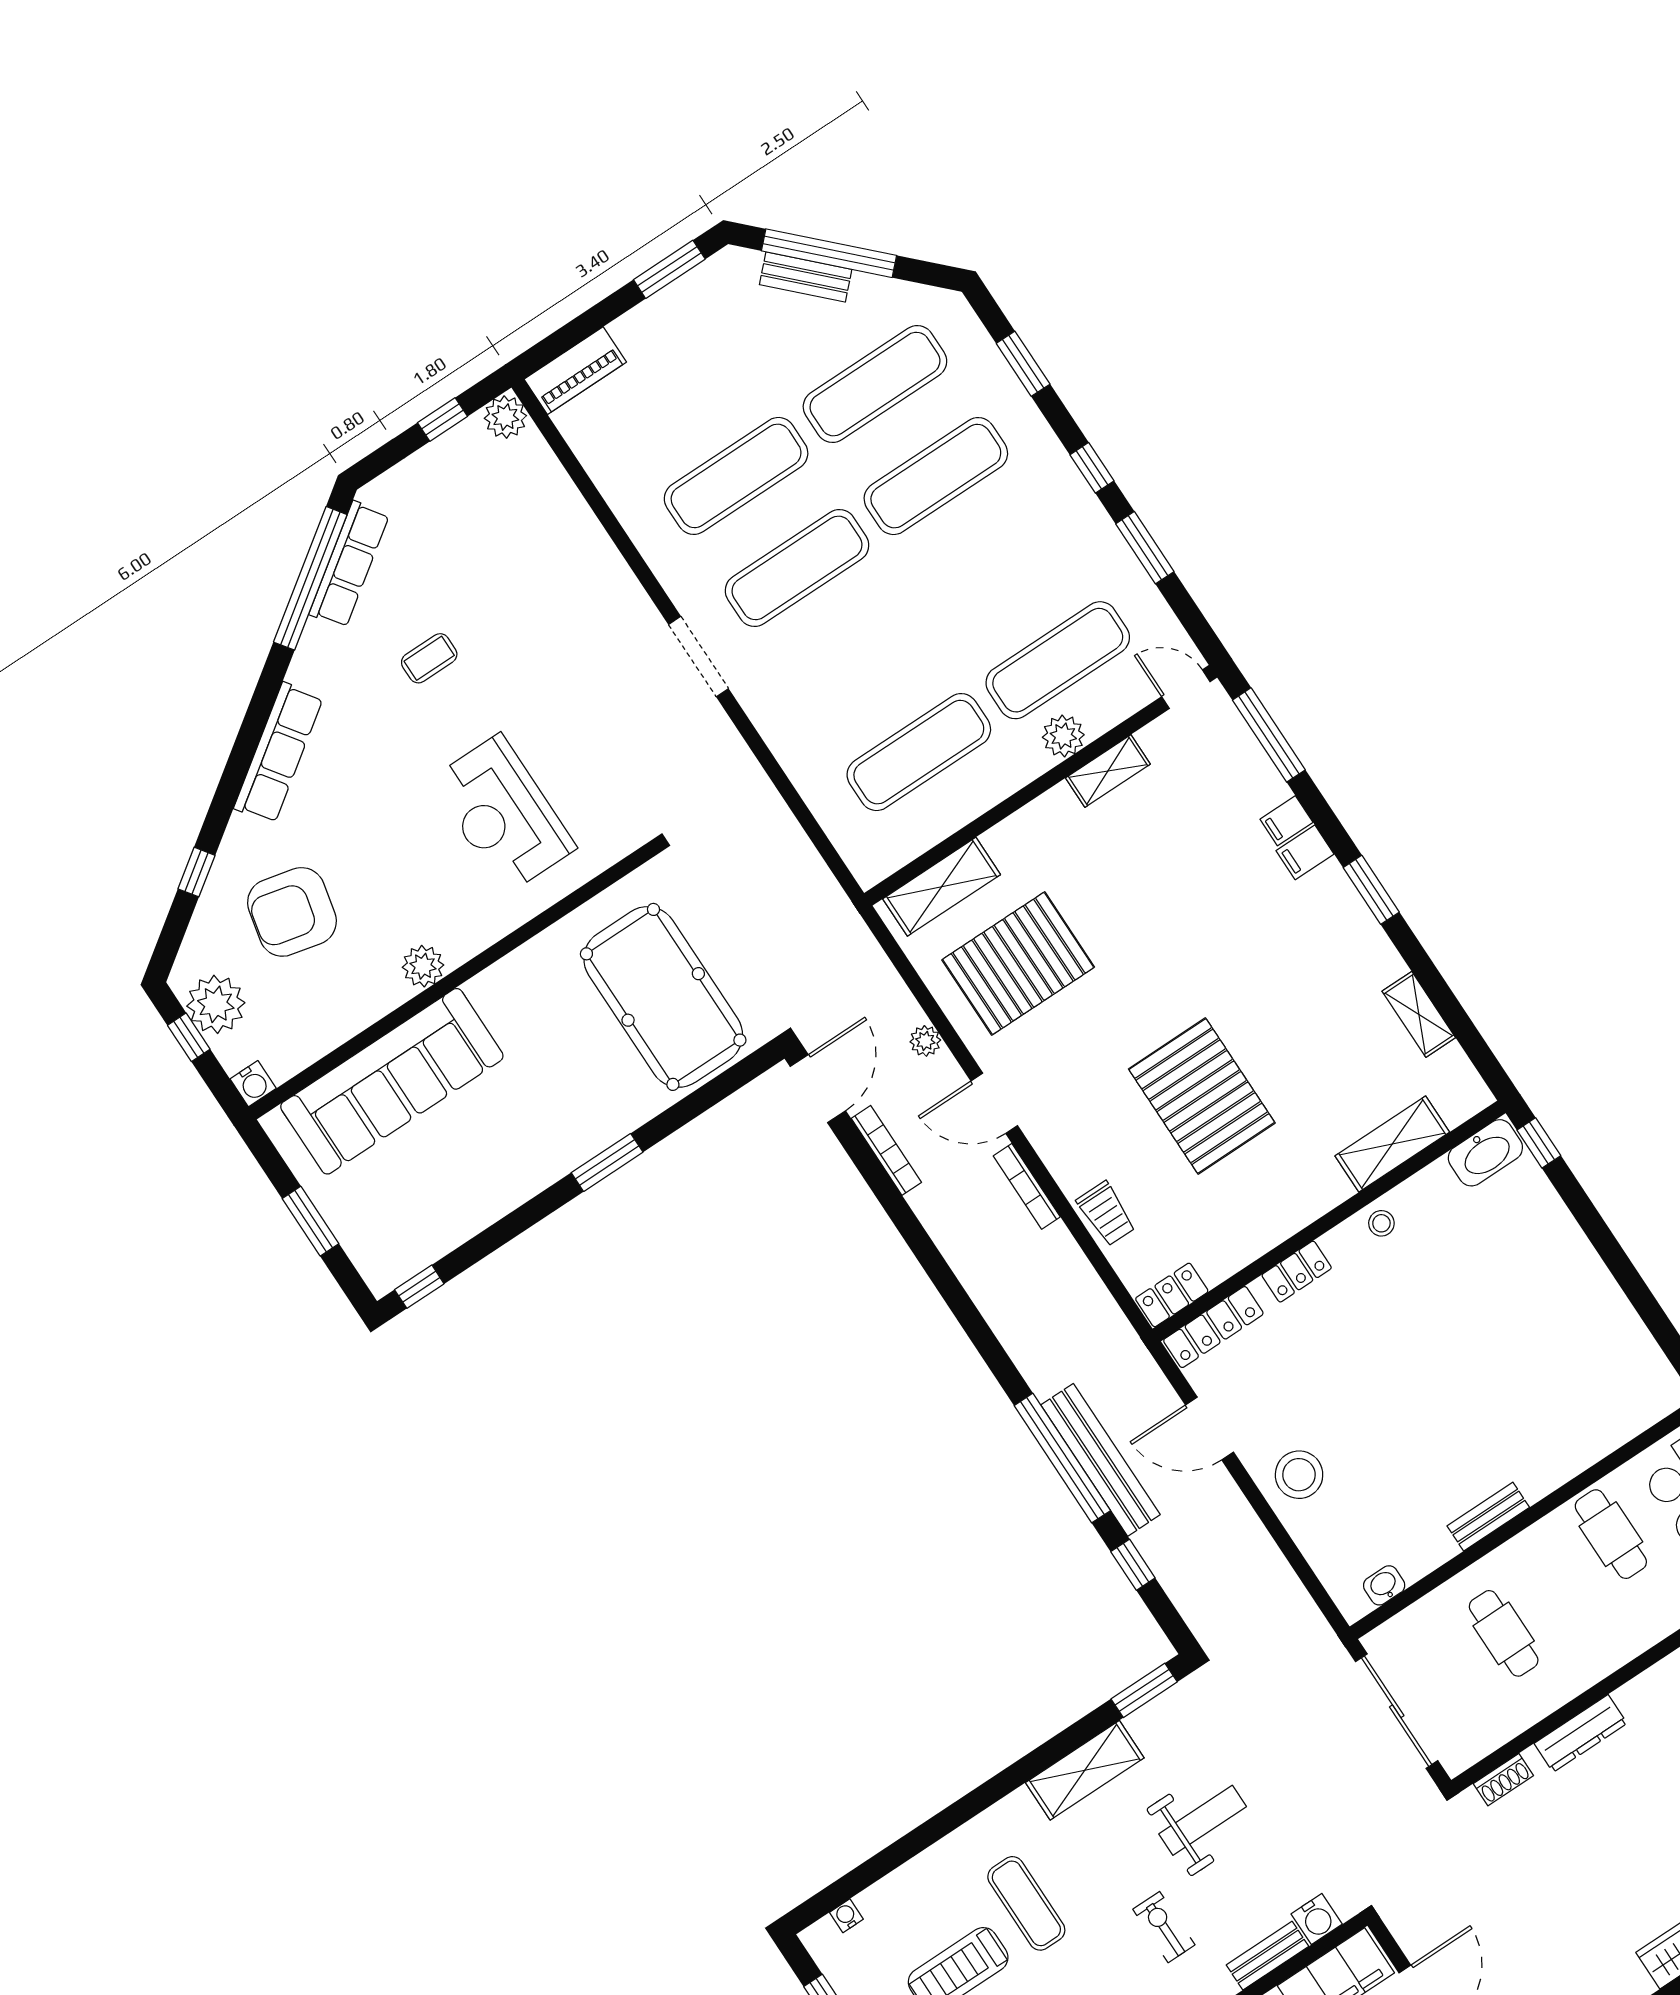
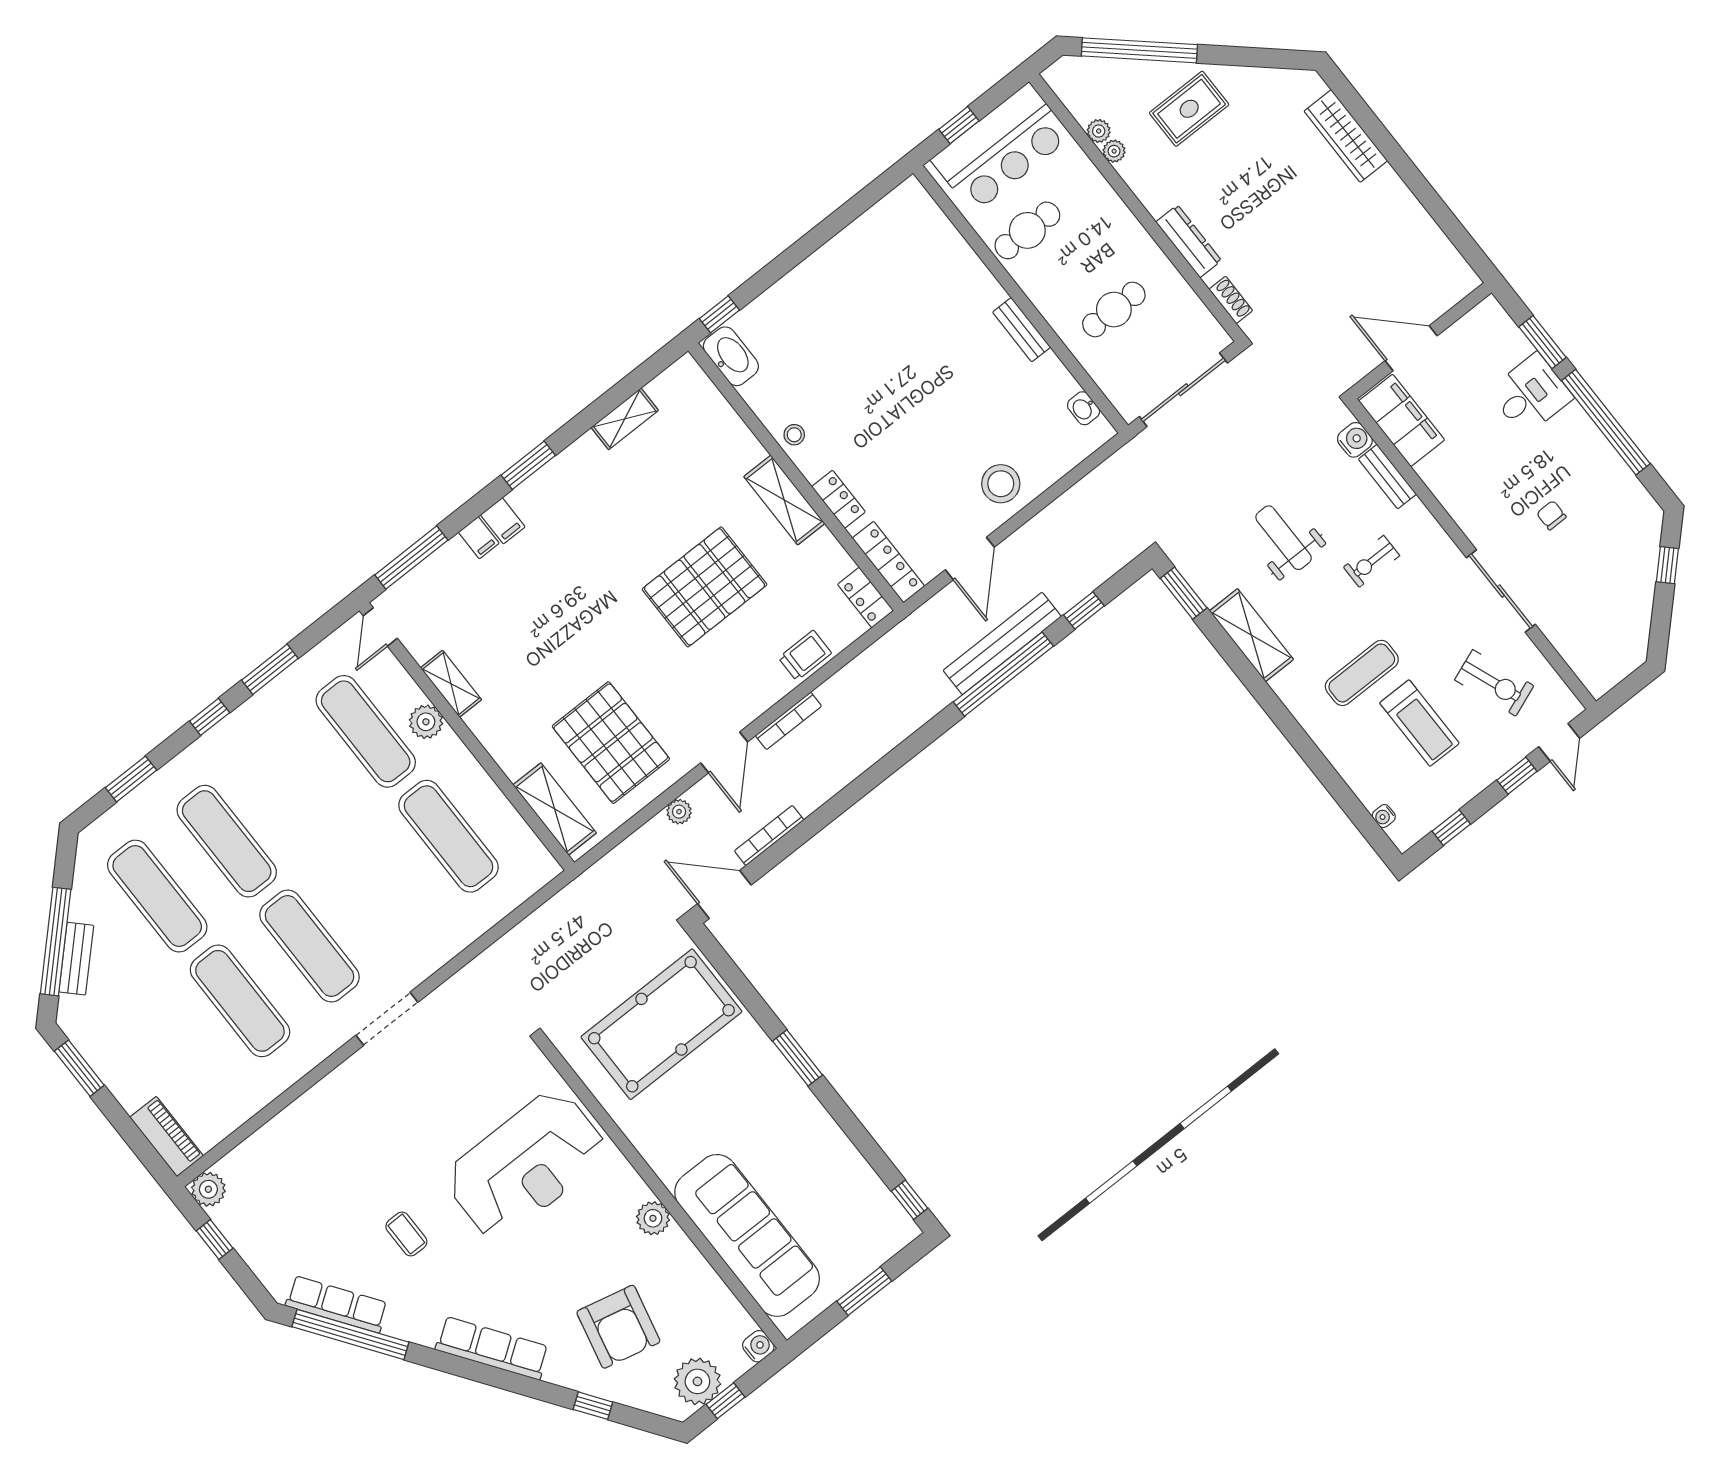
reception desk: (503, 814) -> (526, 1165), width x1.36, depth x1.30
shelving: (1392, 1144) -> (784, 500), moved

